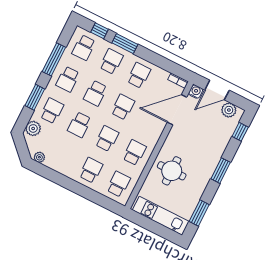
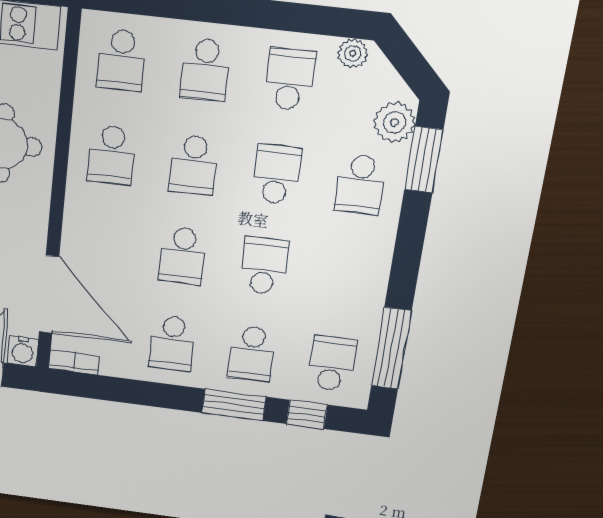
window: (54, 59) -> (391, 348), moved
school desk: (68, 79) -> (290, 79), moved
window: (35, 97) -> (424, 160), moved
door: (177, 110) -> (49, 295), hinge flipped

